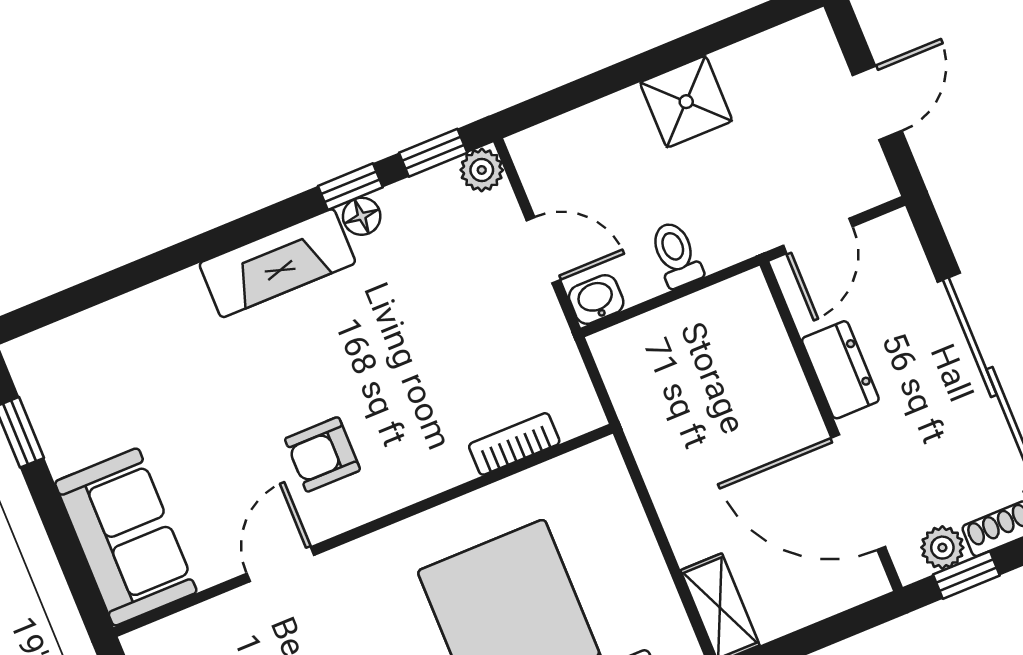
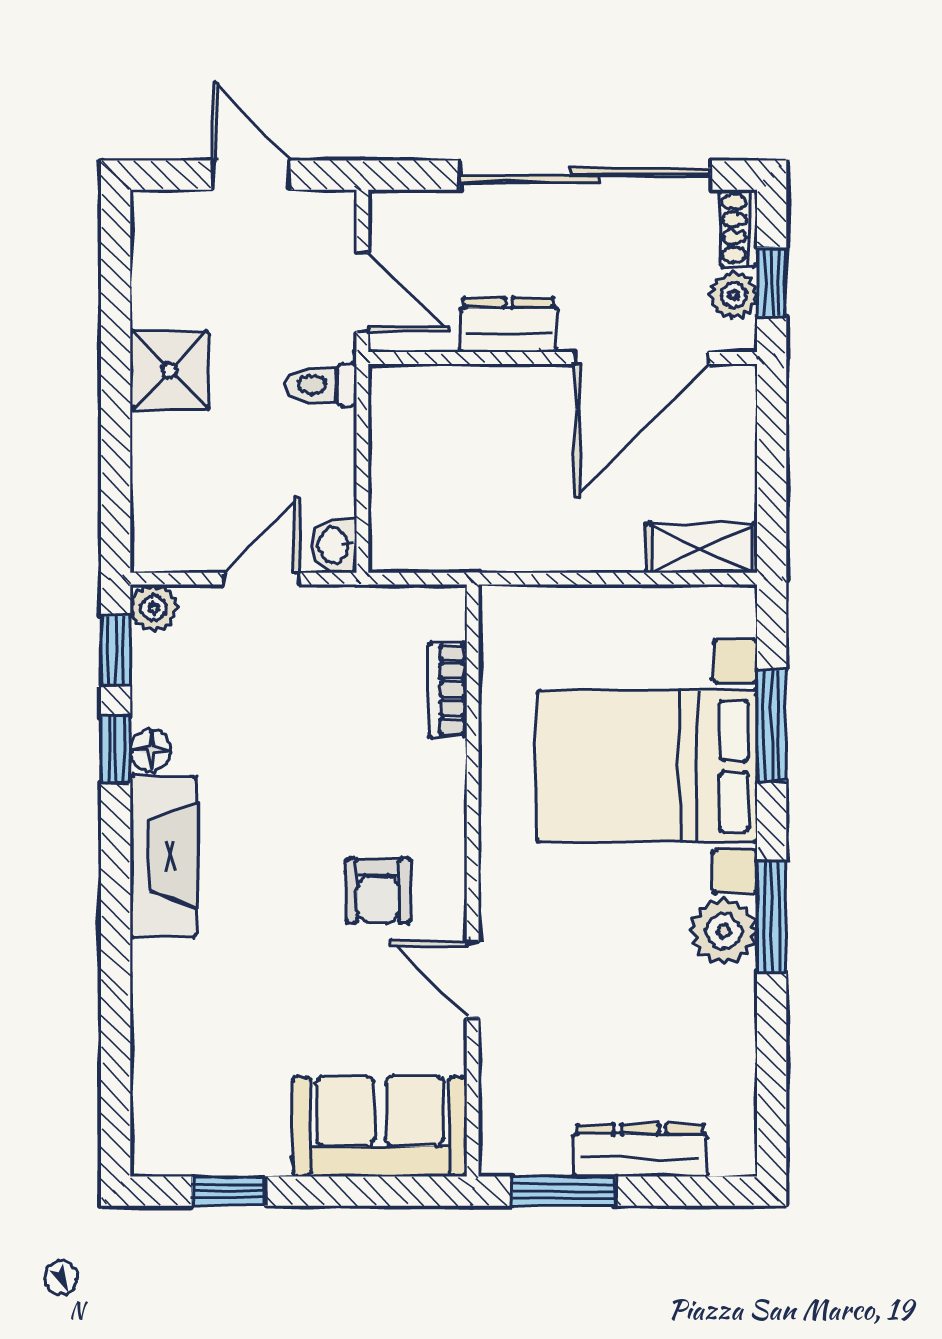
toilet: (676, 254) -> (322, 385), moved

